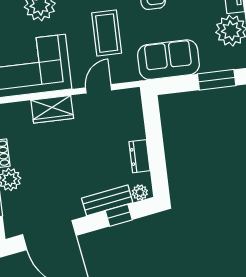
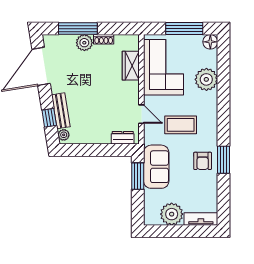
window: (217, 80) -> (138, 176), moved
wardrobe: (52, 109) -> (131, 66), moved
dresser: (139, 156) -> (123, 138), moved

